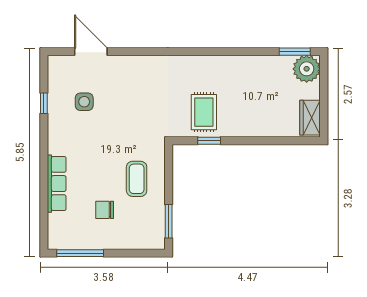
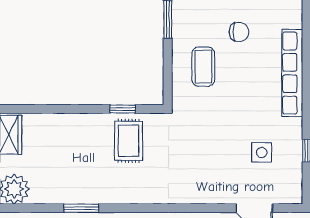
window: (295, 52) -> (81, 208), moved
row of seats: (57, 184) -> (292, 73), width x1.36

